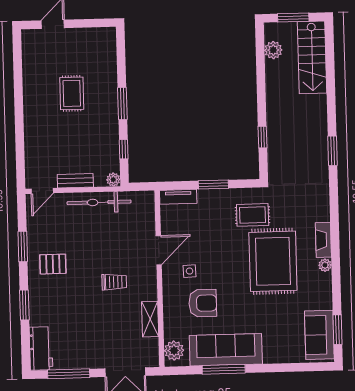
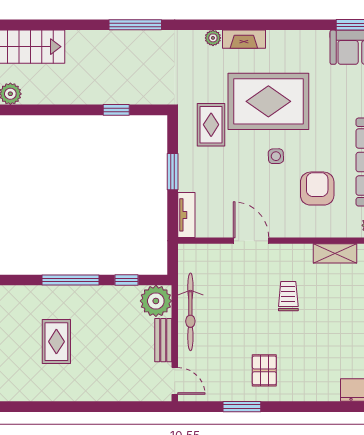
rug: (72, 93) -> (56, 342), turned 90
window: (122, 104) -> (71, 280), width x1.44
window: (333, 151) -> (135, 25), width x1.44
plant: (113, 180) -> (156, 301), width x1.87, depth x1.87
plant: (325, 265) -> (213, 38), moved
side table: (190, 271) -> (276, 156), moved
window: (24, 305) -> (313, 407), removed

